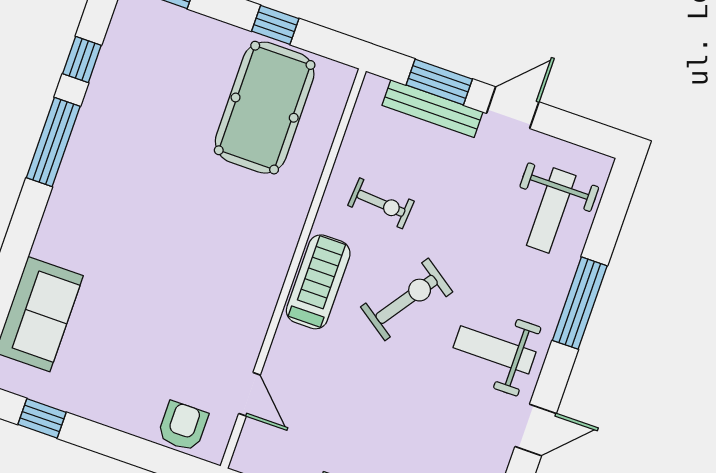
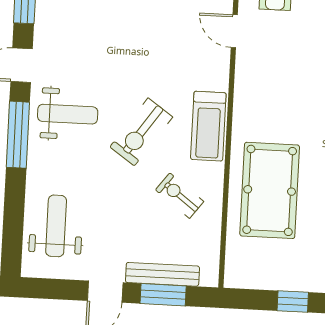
pool table: (265, 108) -> (270, 190), moved
exercise bike: (381, 203) -> (180, 196), turned 33
window: (580, 303) -> (18, 135), moved

